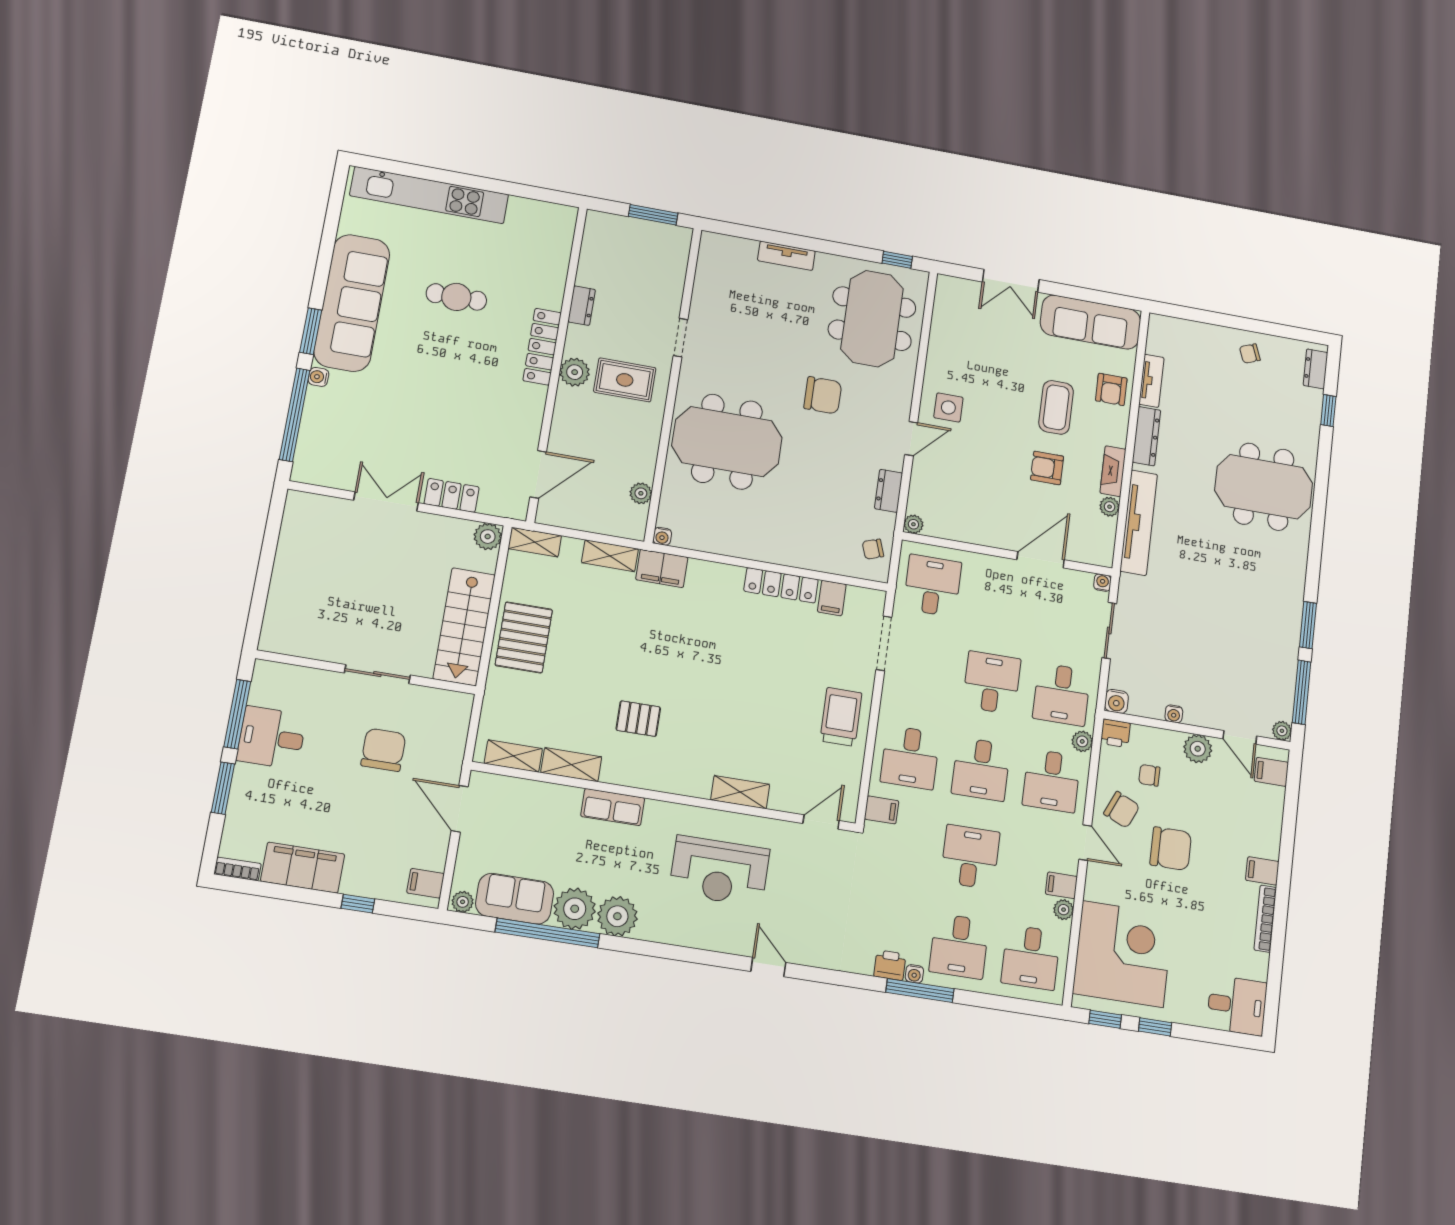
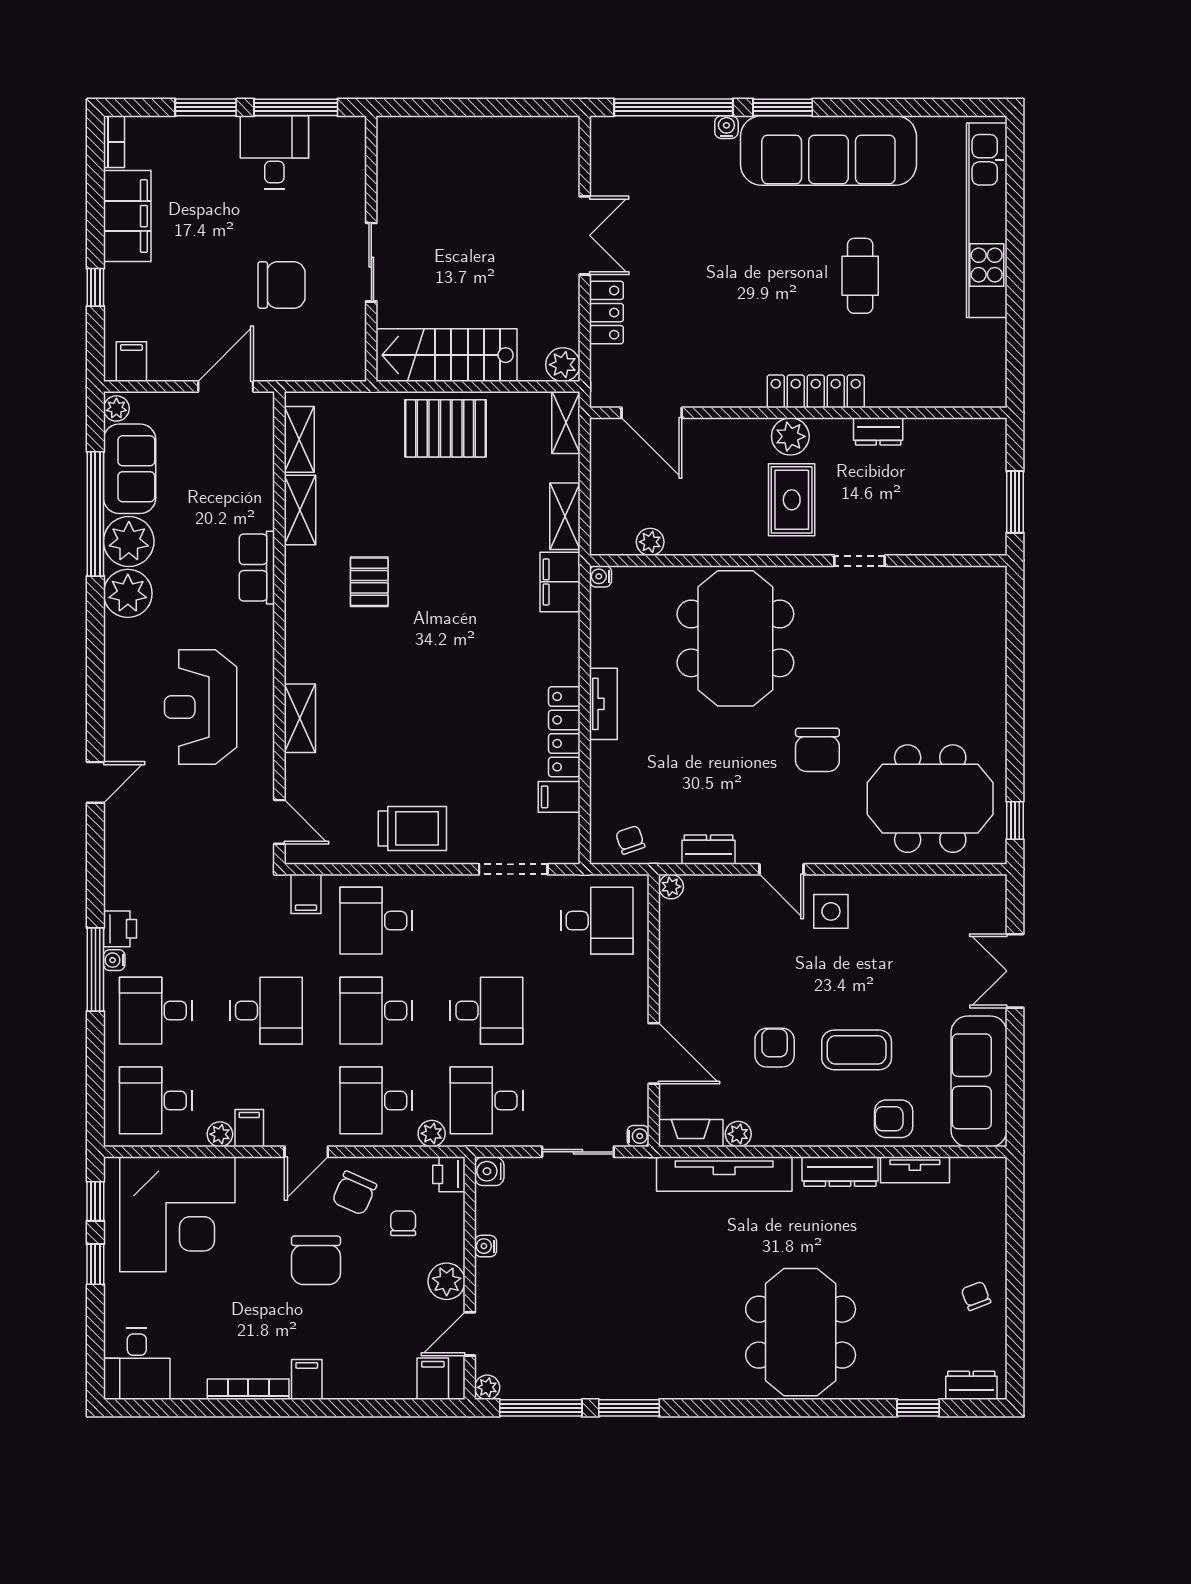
tv unit: (786, 256) -> (603, 704), moved, turned 180
fireplace: (1113, 471) -> (691, 1133), moved

